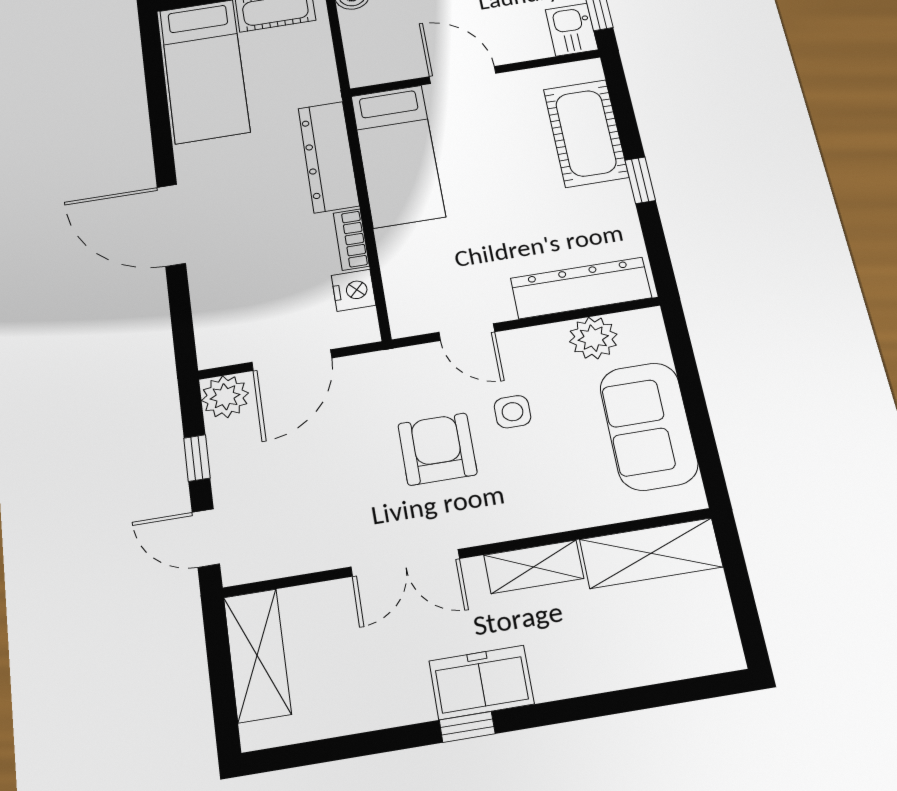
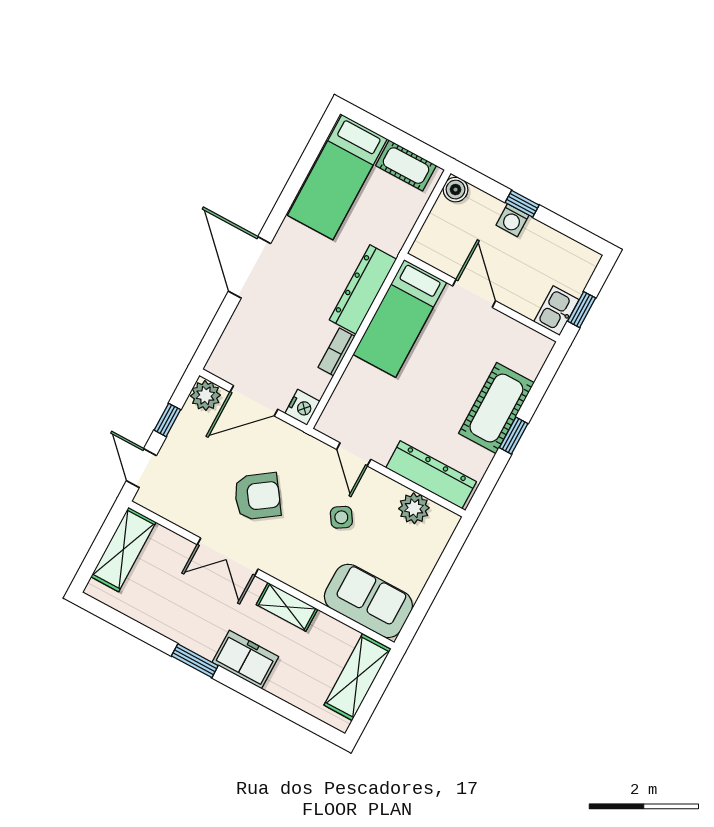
cot: (586, 133) -> (496, 408), moved
nightstand: (354, 290) -> (302, 407), moved
side table: (512, 412) -> (341, 517), turned -32
sofa: (649, 426) -> (368, 601), moved, turned 90
armchair: (437, 449) -> (257, 496), moved, turned 55
shelving: (651, 553) -> (357, 677), moved, turned 90
freezer: (481, 682) -> (245, 659), moved
window: (467, 727) -> (195, 661), width x1.50

